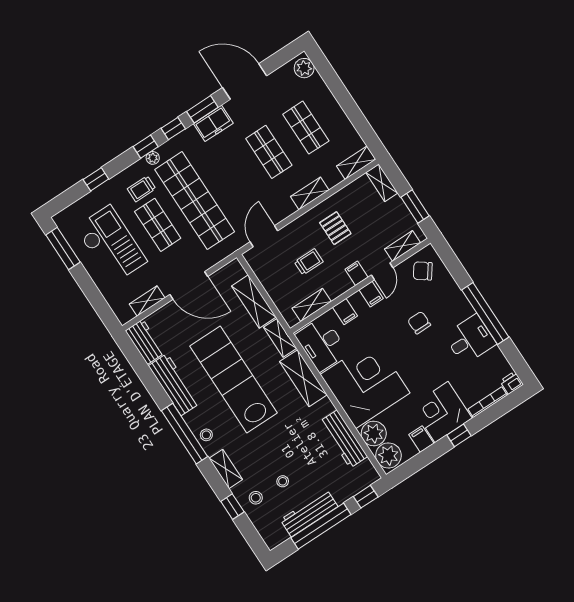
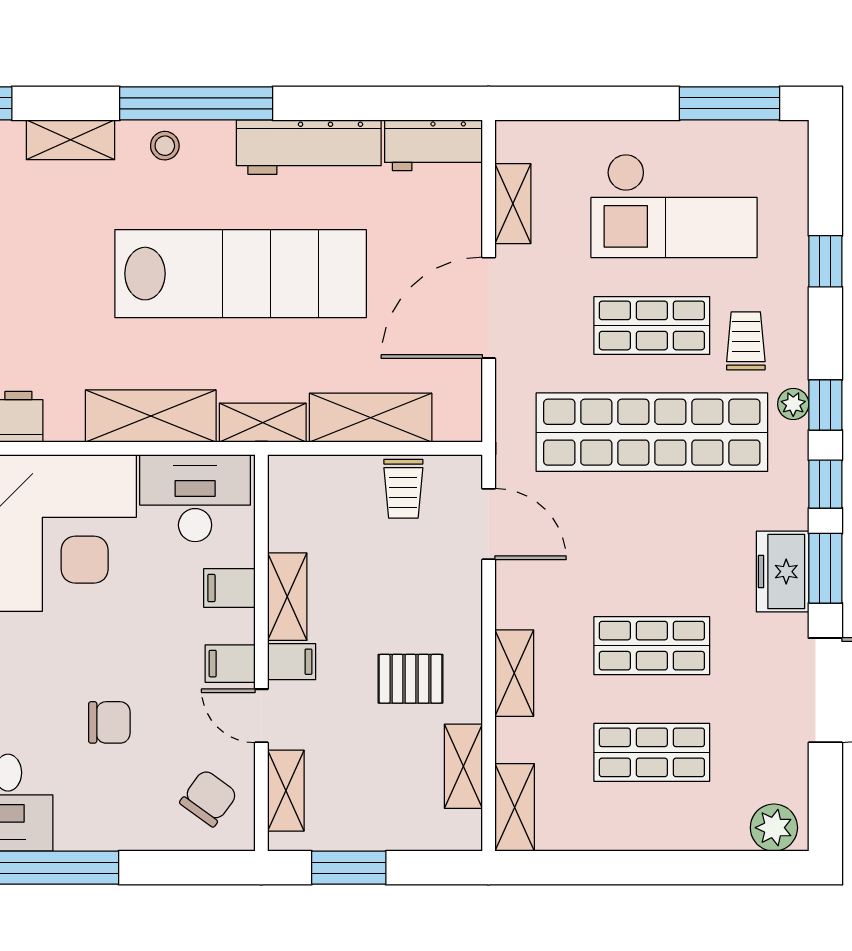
shelving: (382, 183) -> (463, 766), moved, turned 90
trolley: (309, 262) -> (403, 489), moved
shelving: (312, 305) -> (287, 597), moved

